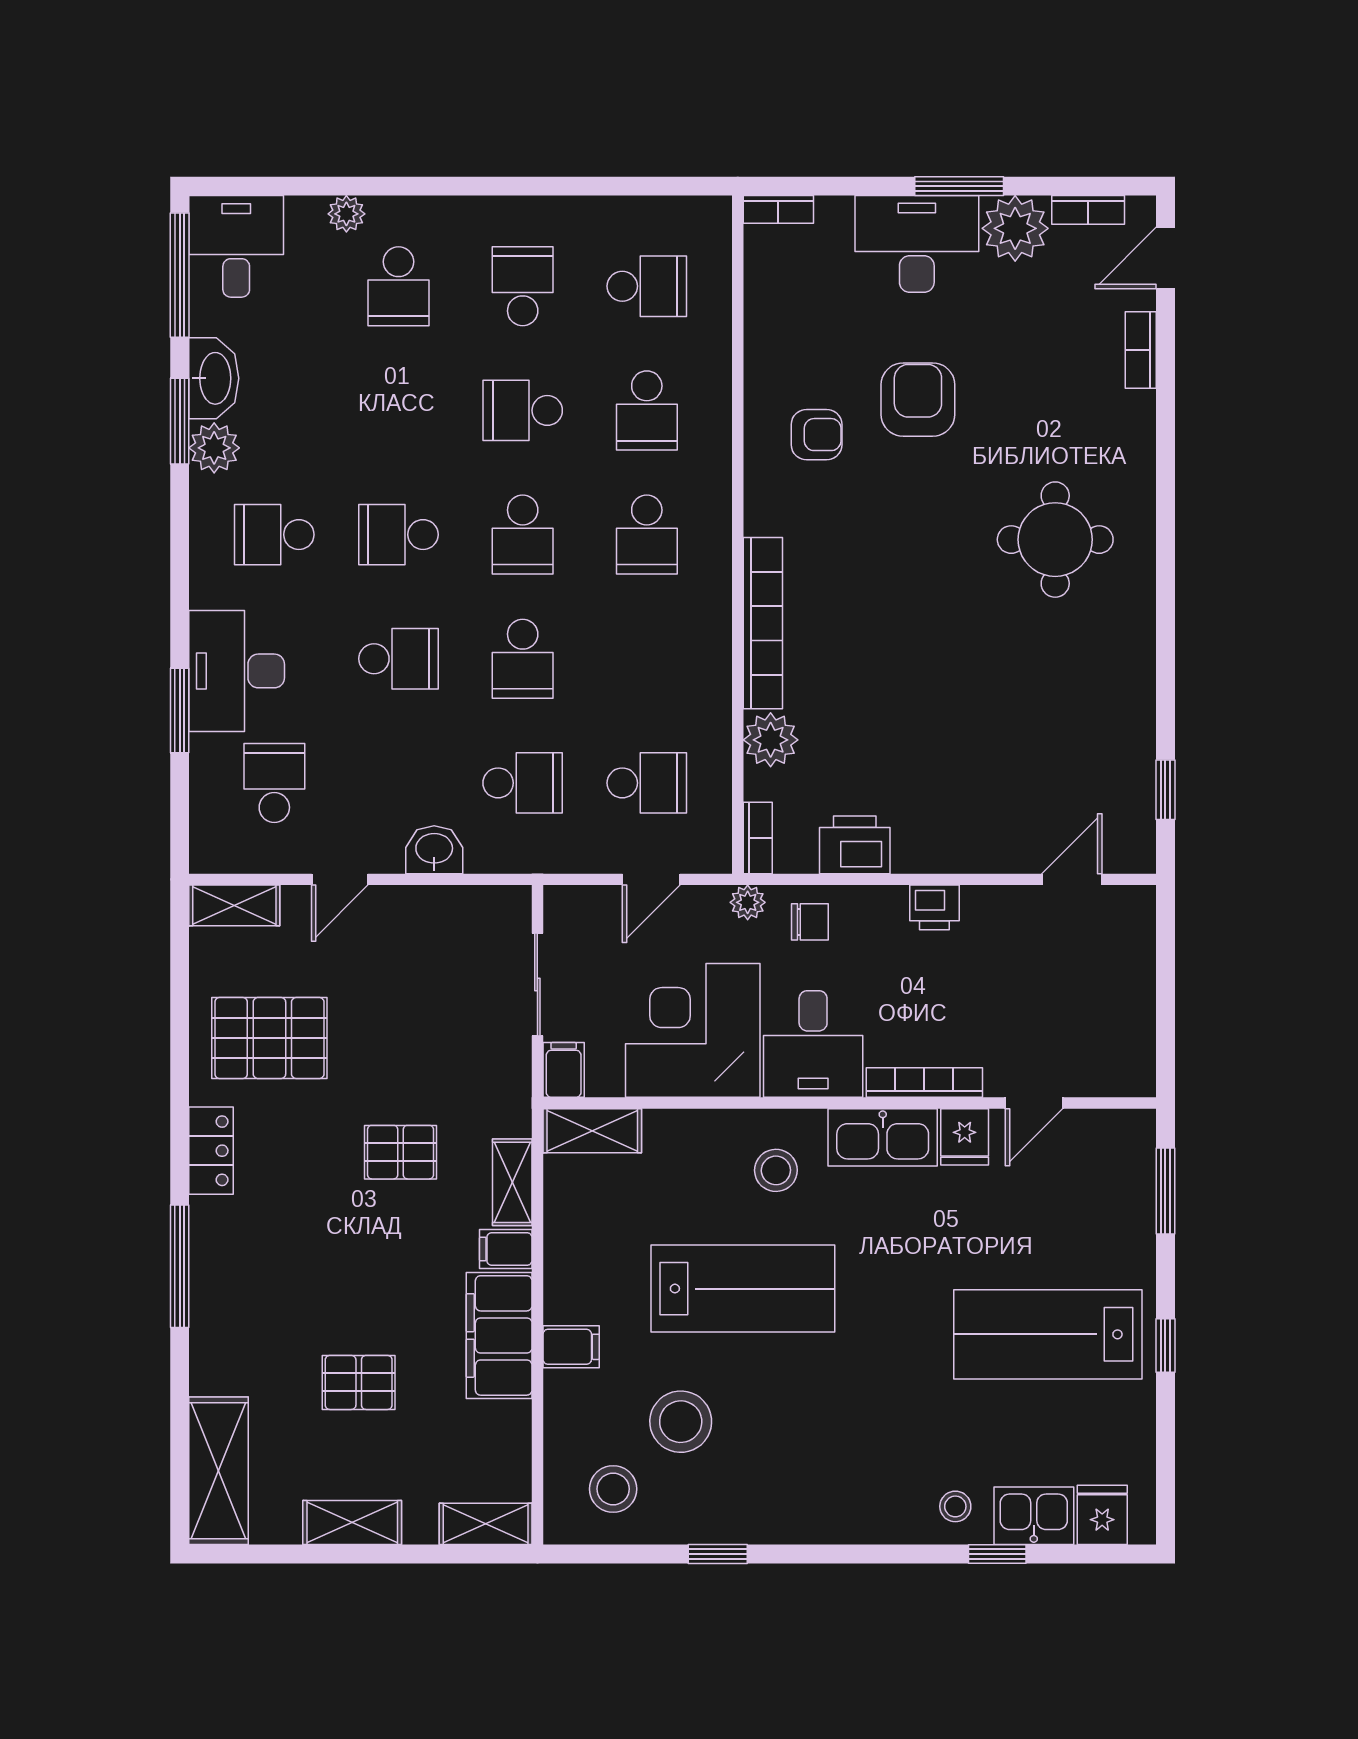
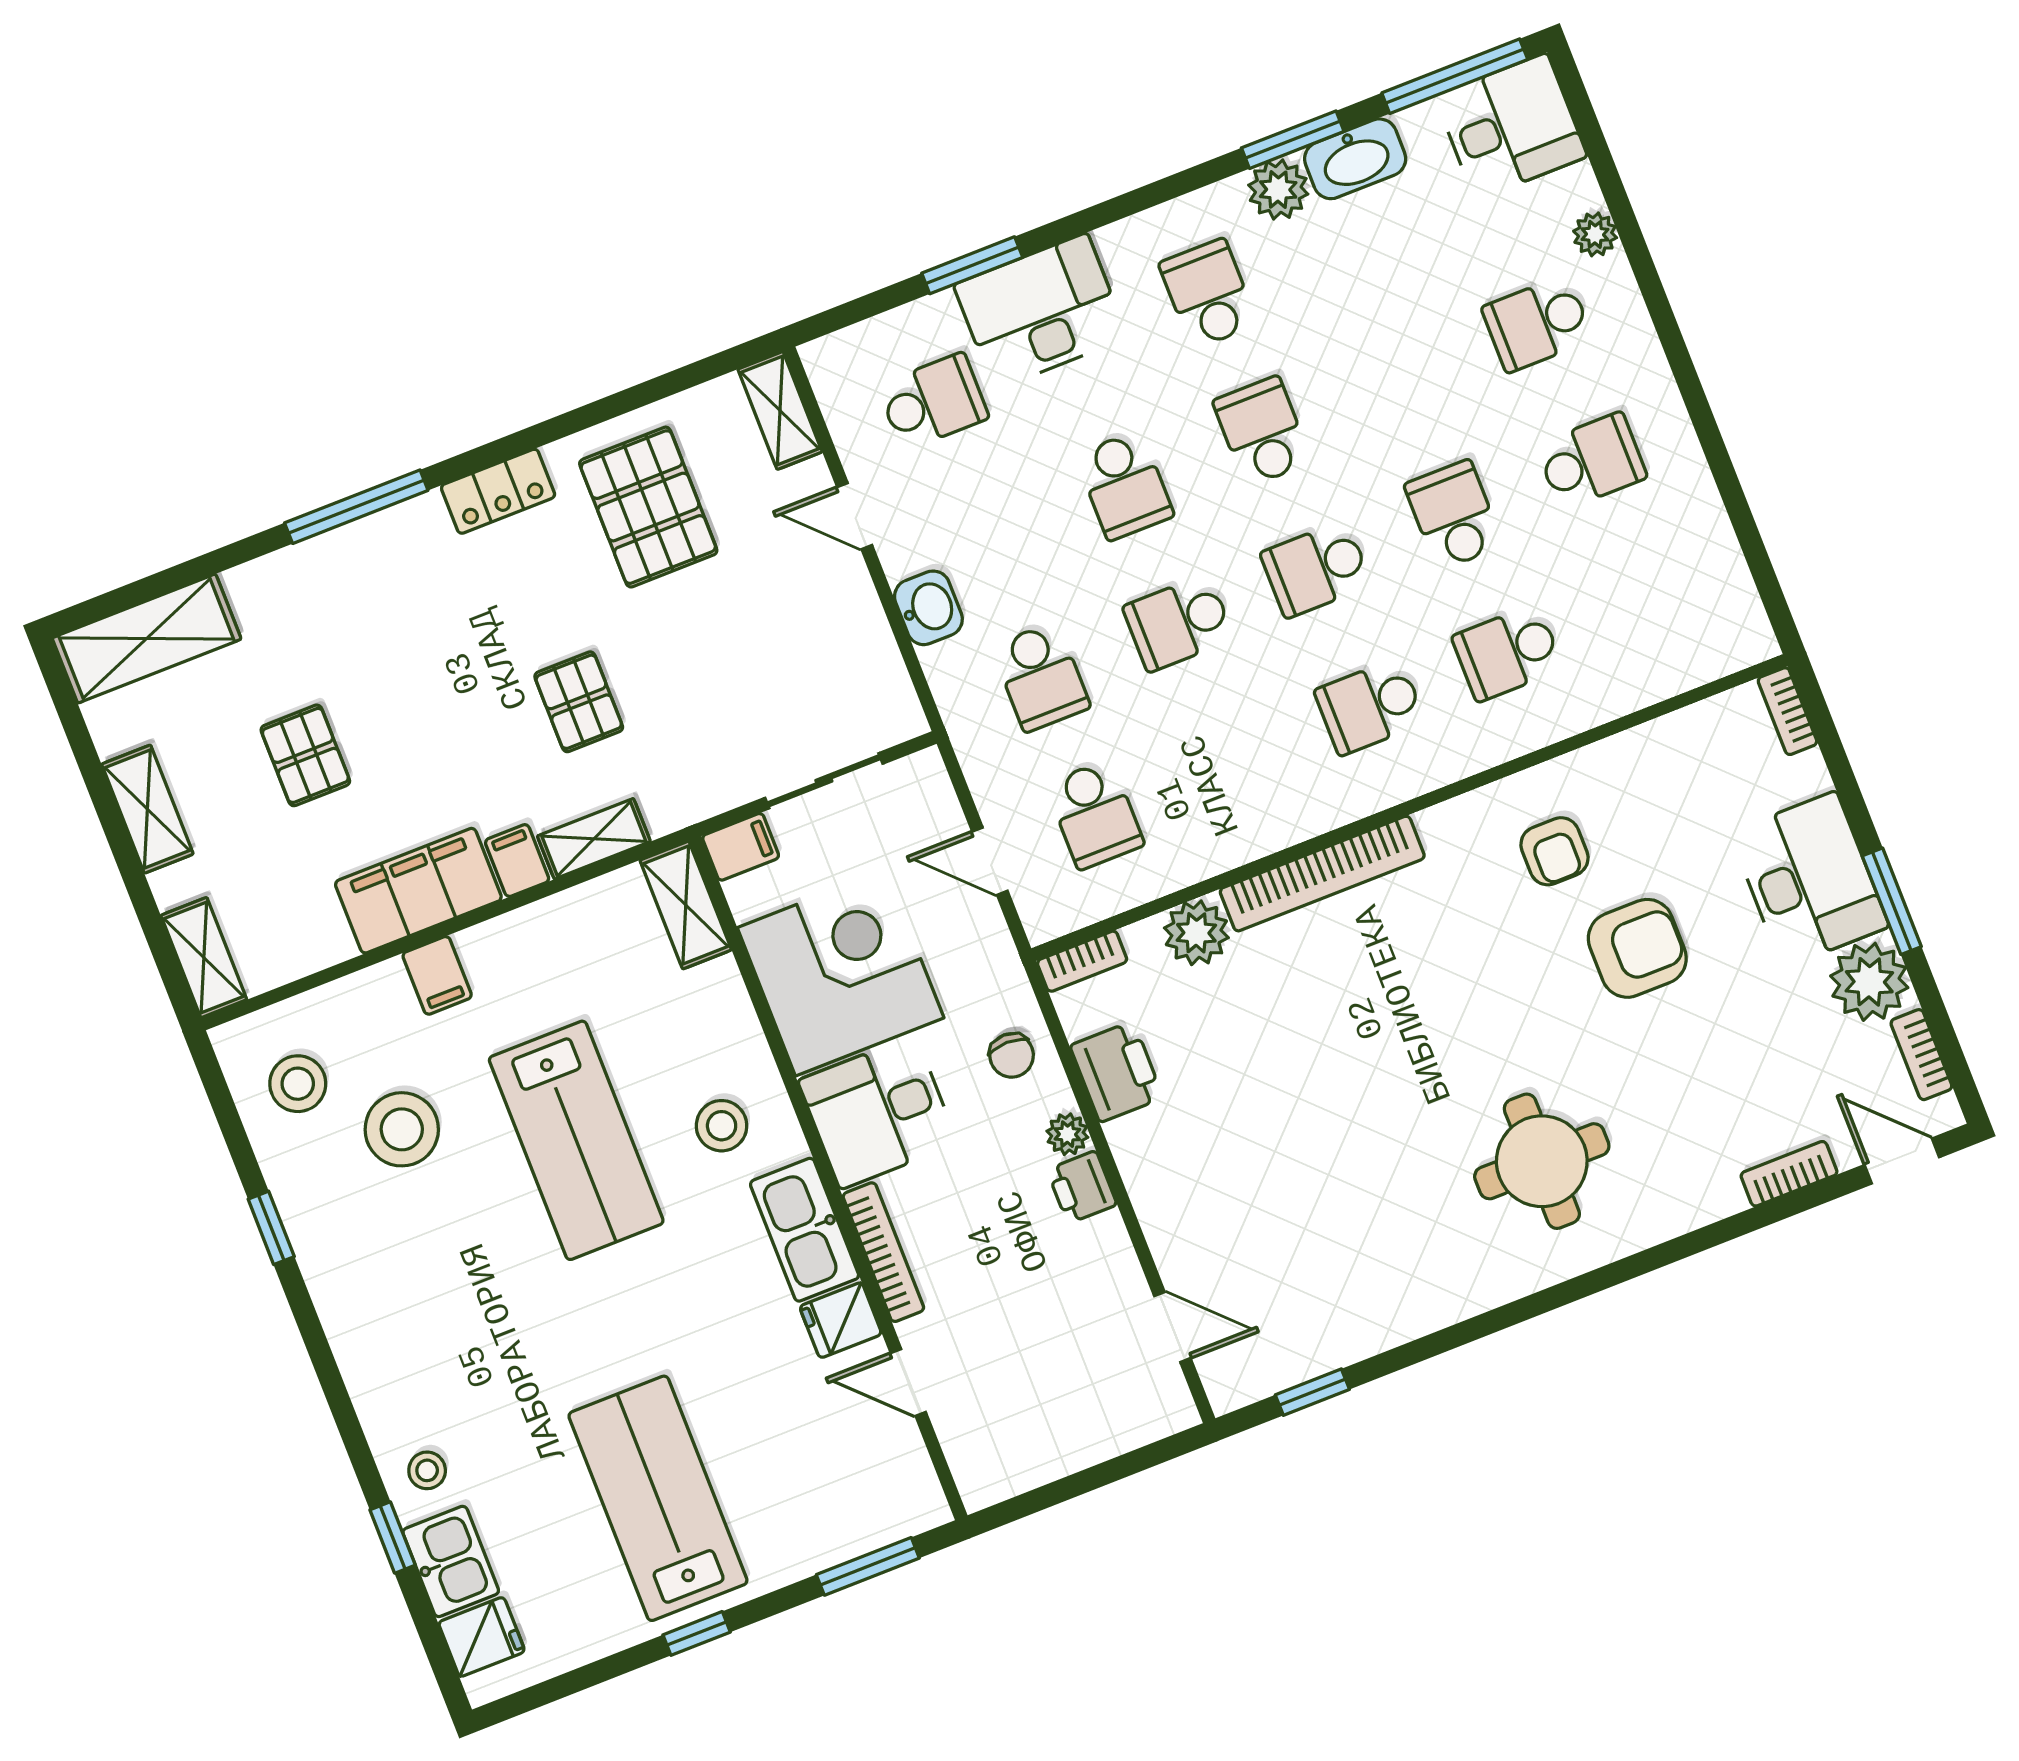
school desk: (647, 286) -> (1645, 599), removed
plant: (748, 902) -> (1067, 1134), moved

